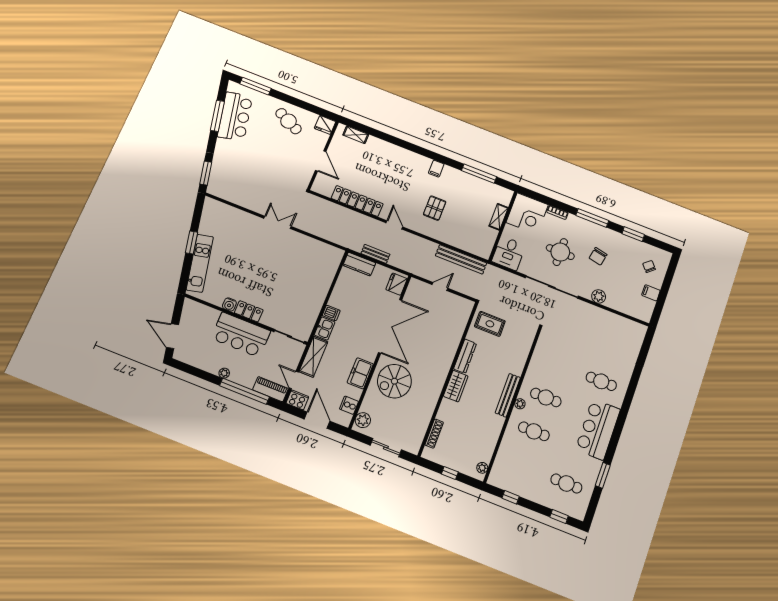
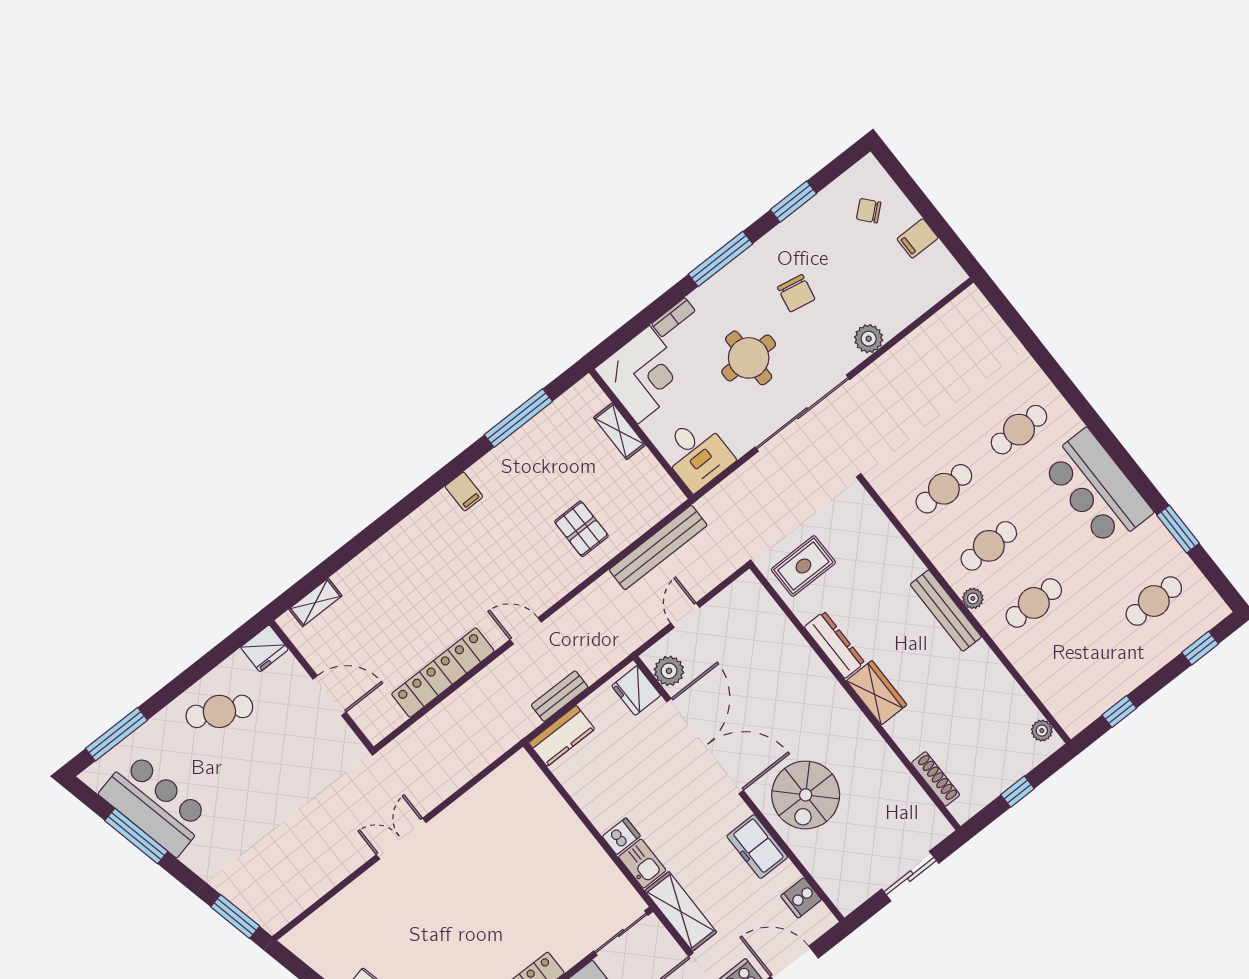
pallet: (435, 208) -> (581, 529), moved
cafe table: (558, 364) -> (944, 489), added
plant: (363, 420) -> (669, 671), moved

